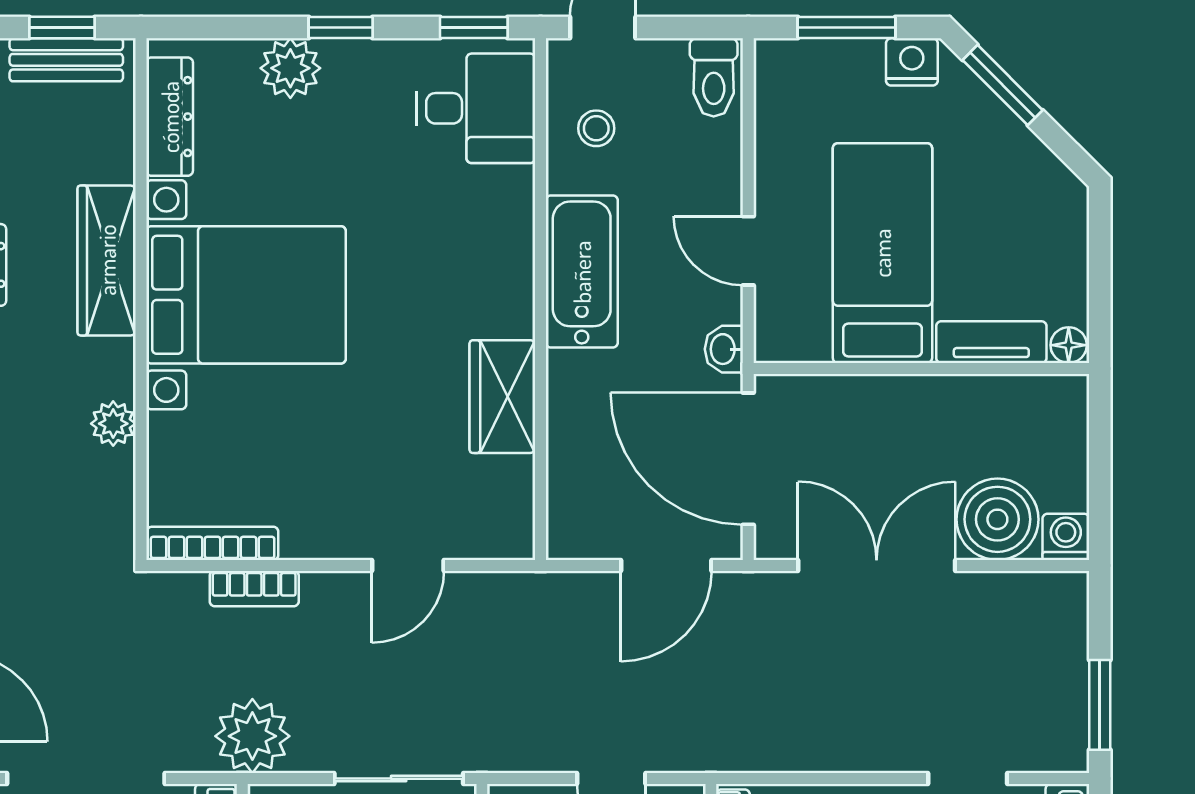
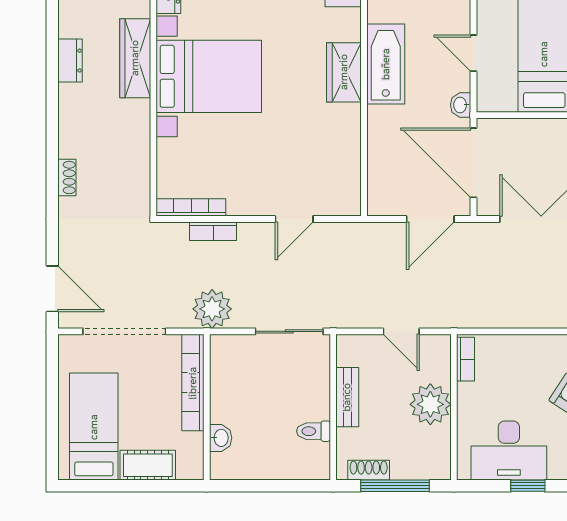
wardrobe: (502, 397) -> (344, 72), moved
plant: (113, 424) -> (139, 144), removed

